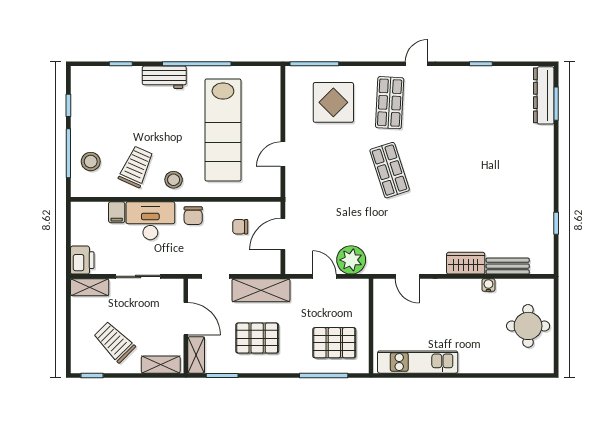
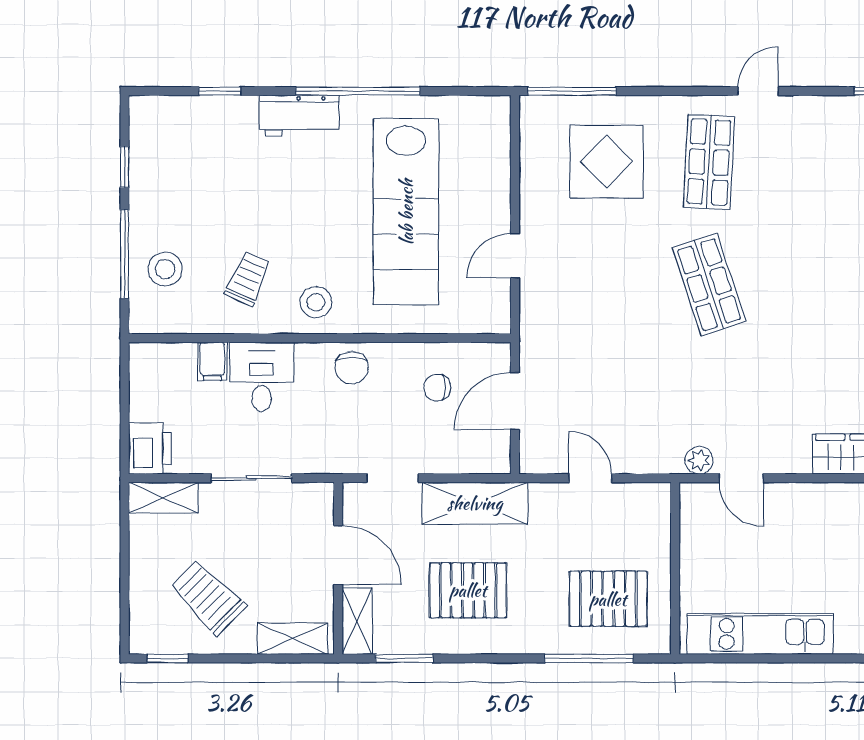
trolley: (136, 167) -> (248, 278), width x0.73, depth x0.72
desk: (150, 221) -> (262, 377), width x0.73
plant: (351, 260) -> (699, 460), moved, width x0.53, depth x0.53

